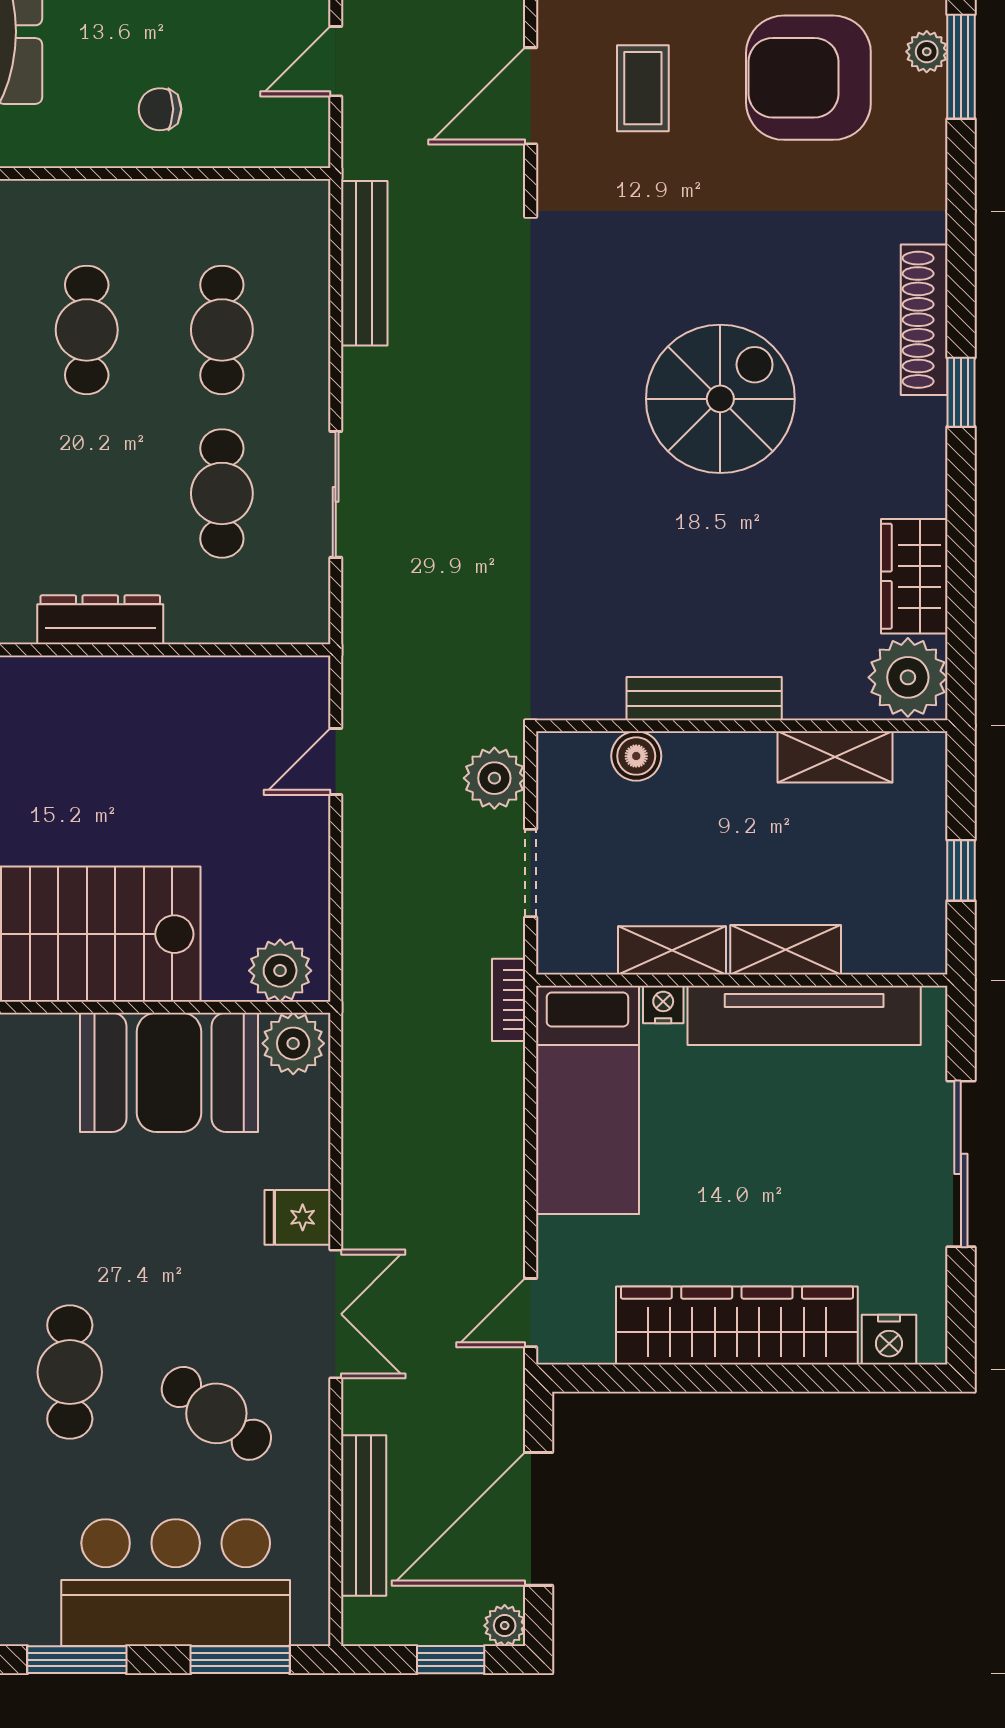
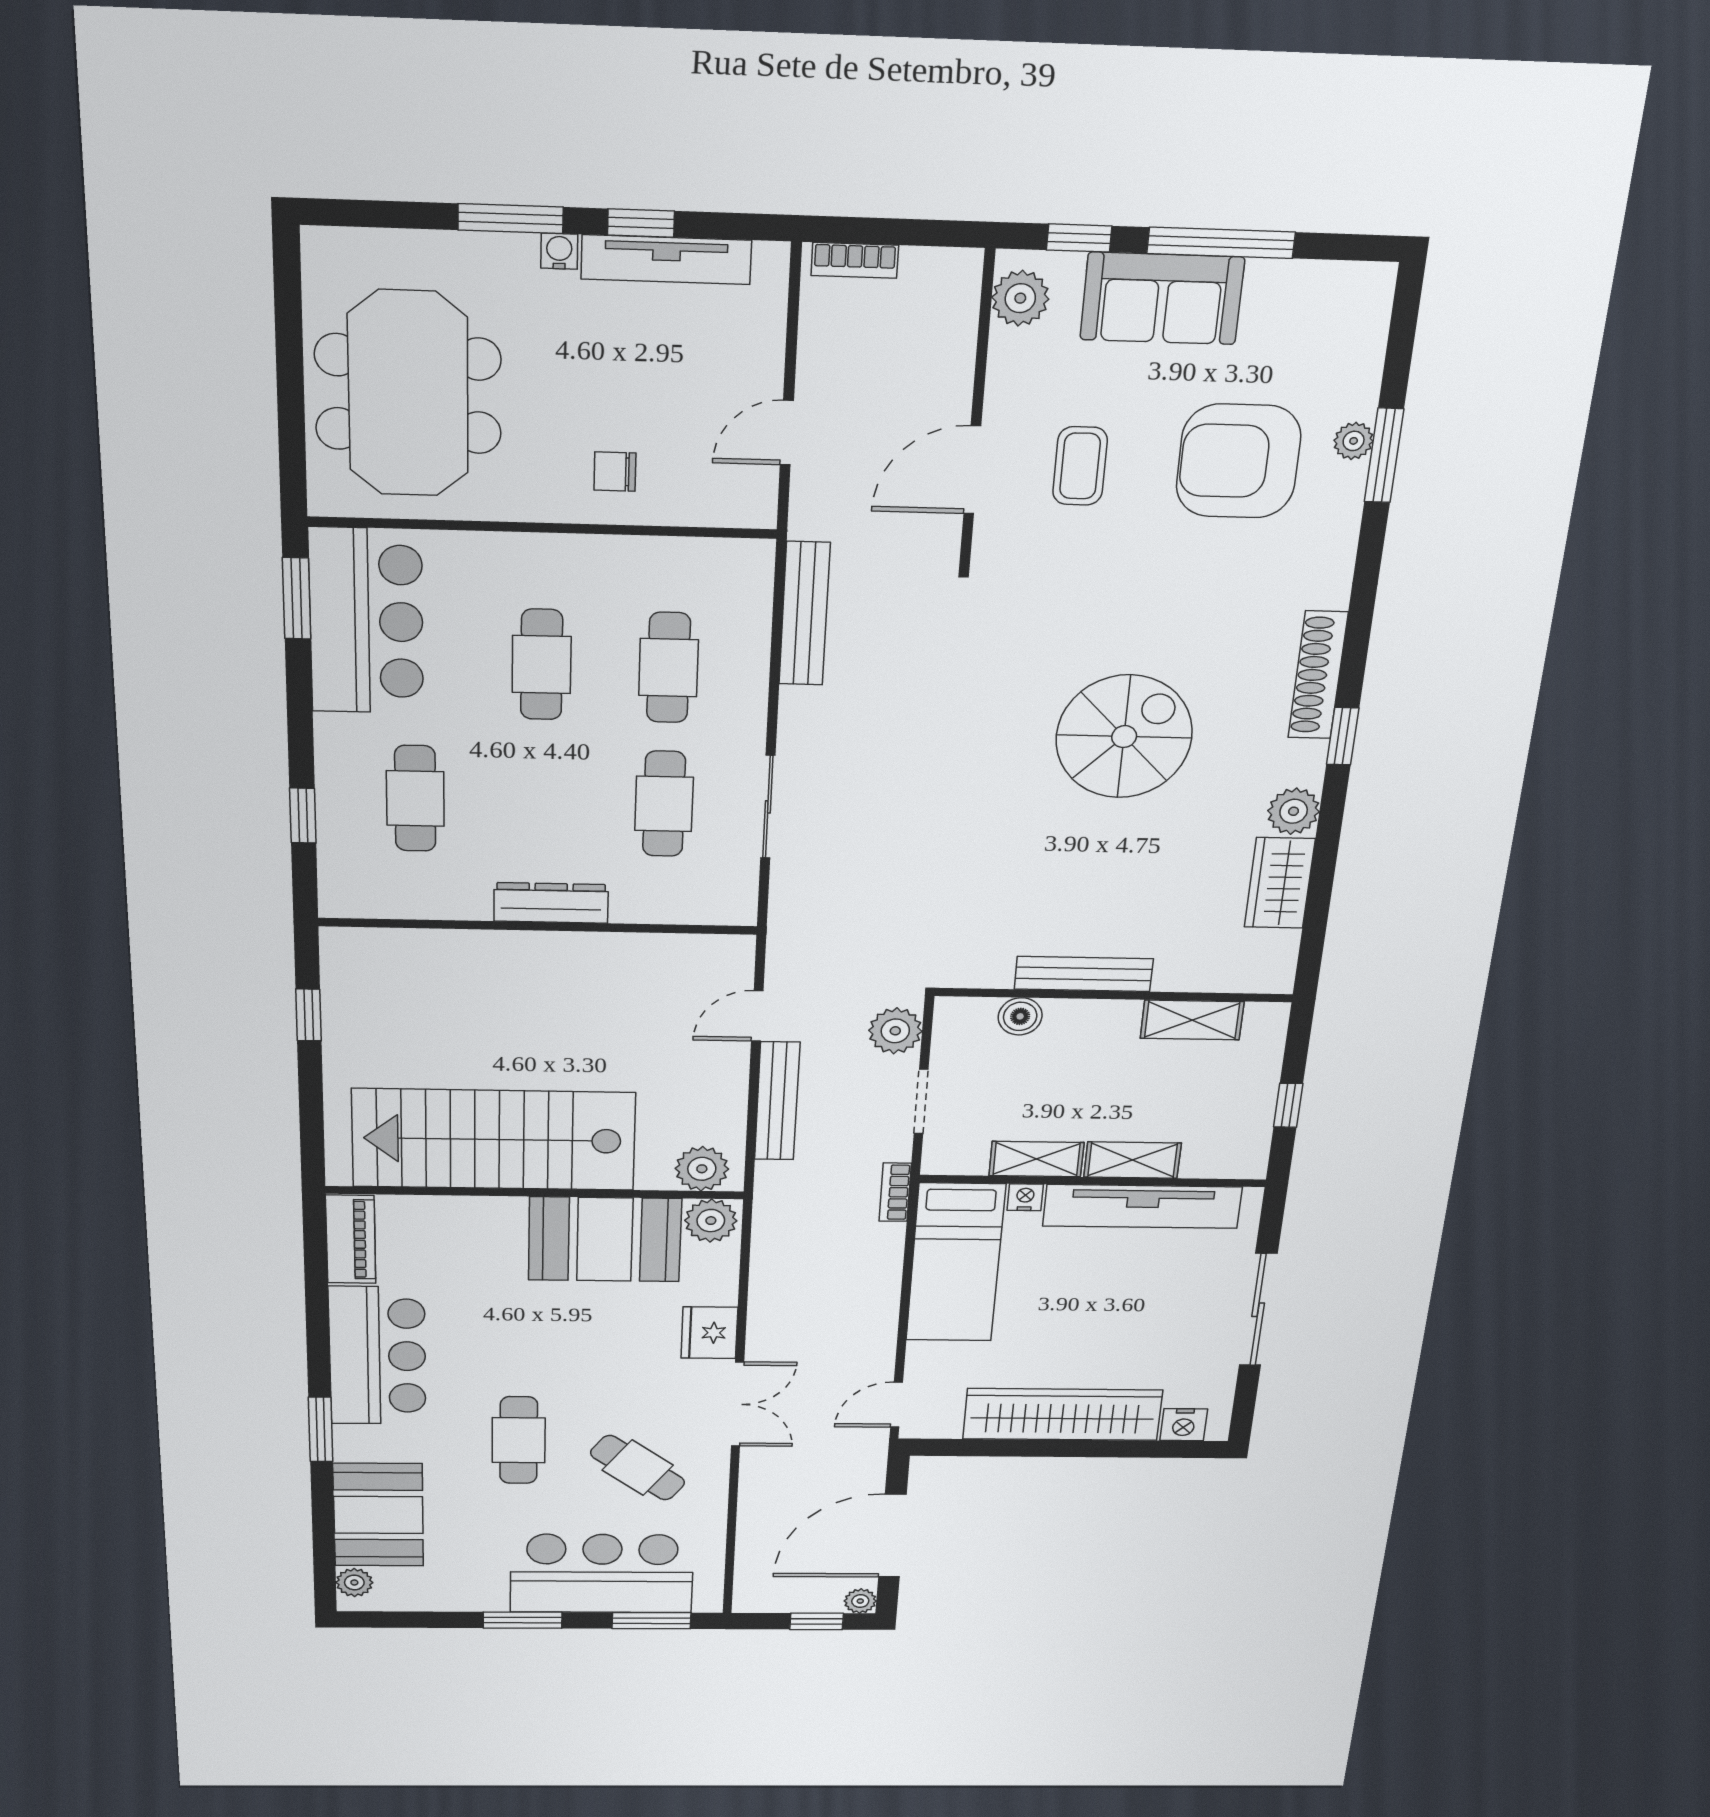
plant: (908, 677) -> (1294, 811), moved, width x0.73, depth x0.73
fridge: (297, 1217) -> (709, 1333), width x1.38
bench: (364, 1516) -> (777, 1101), moved

